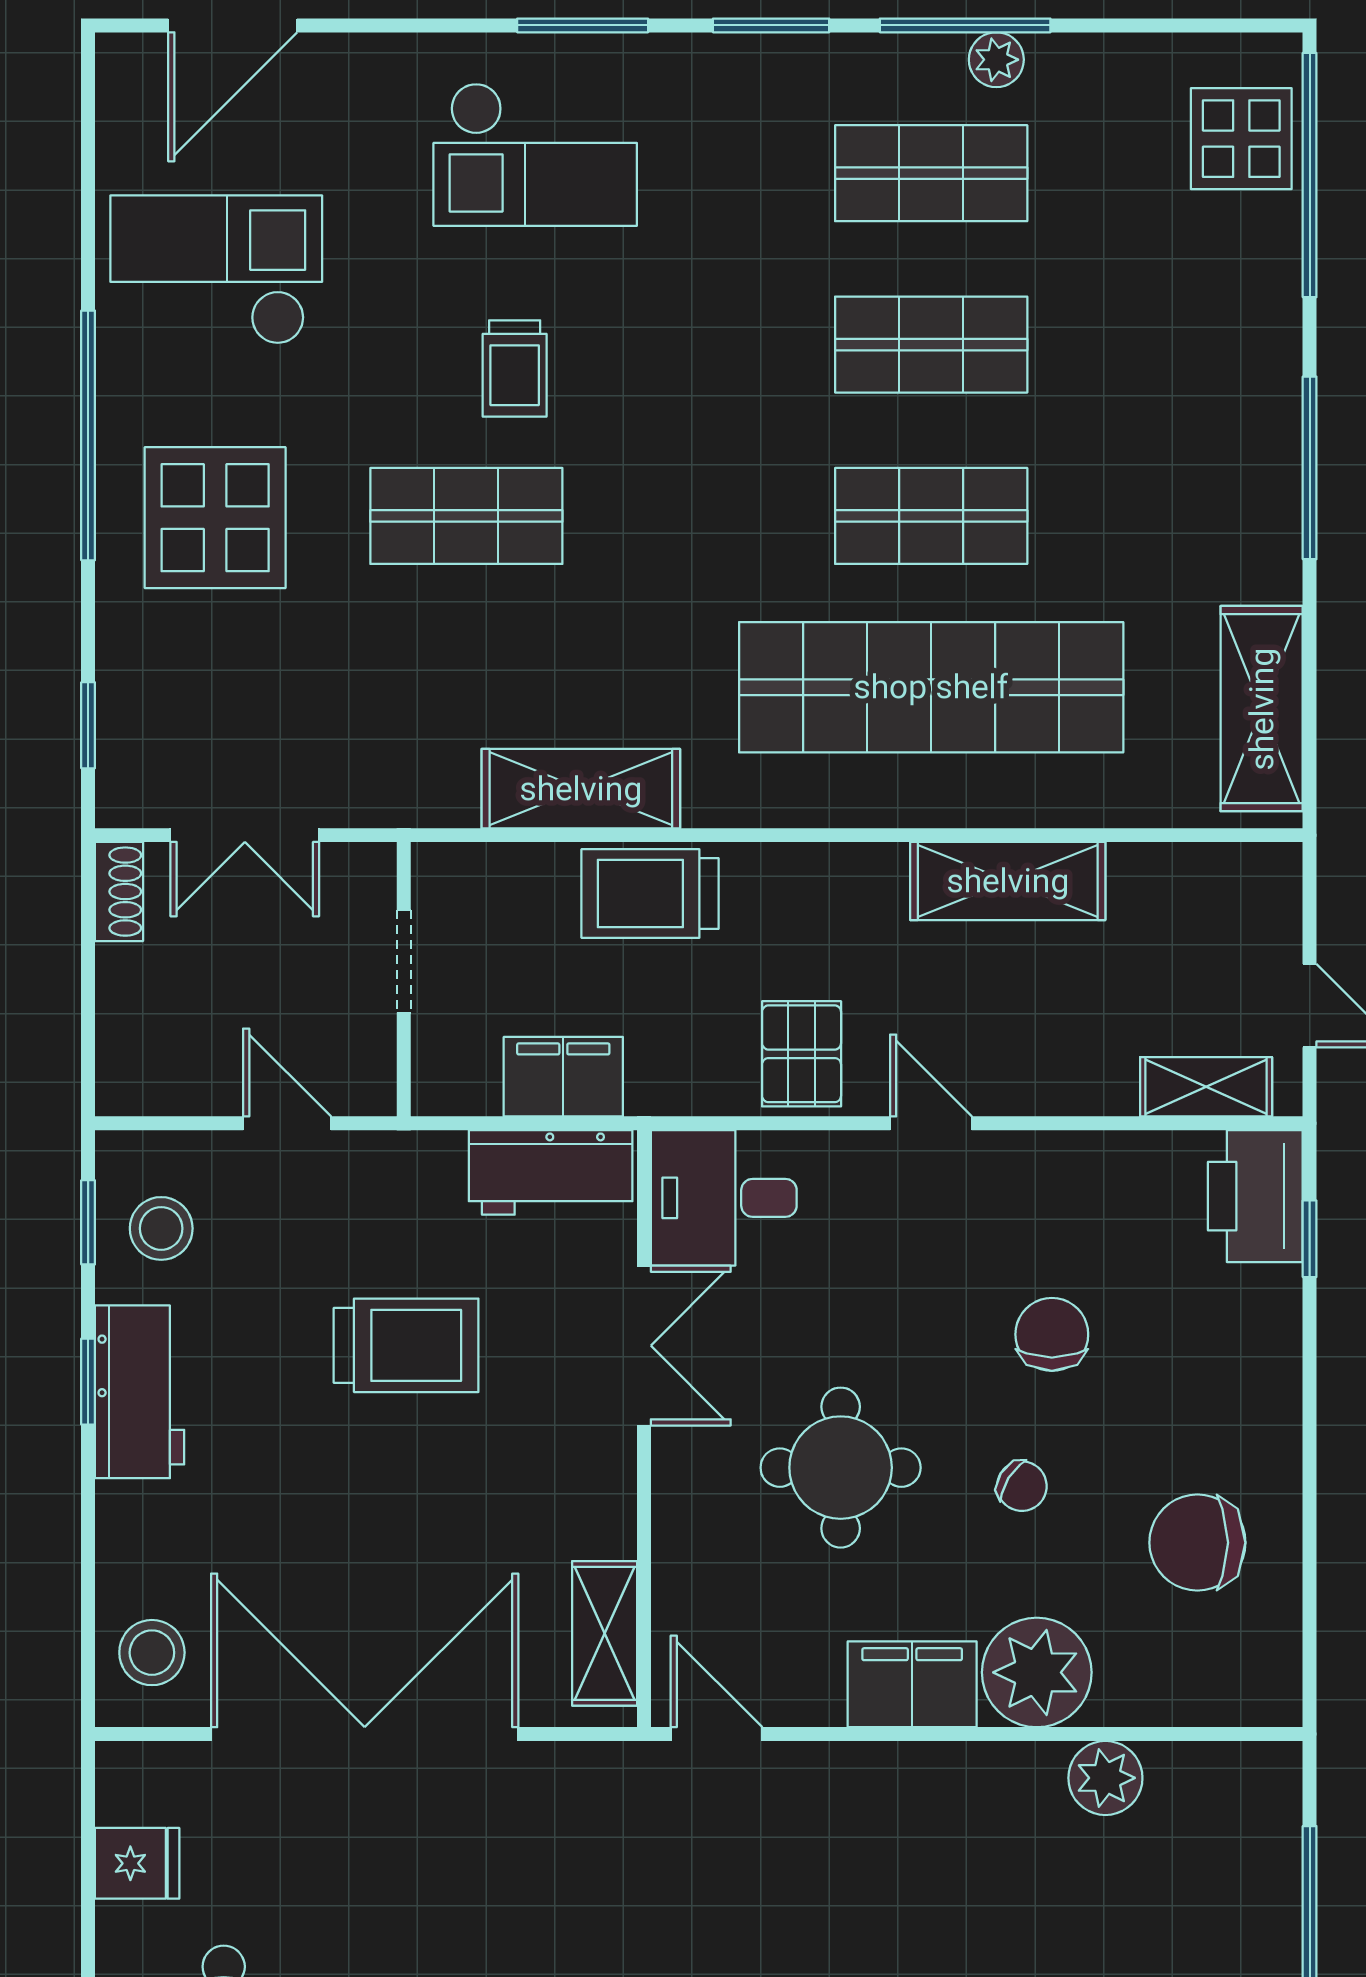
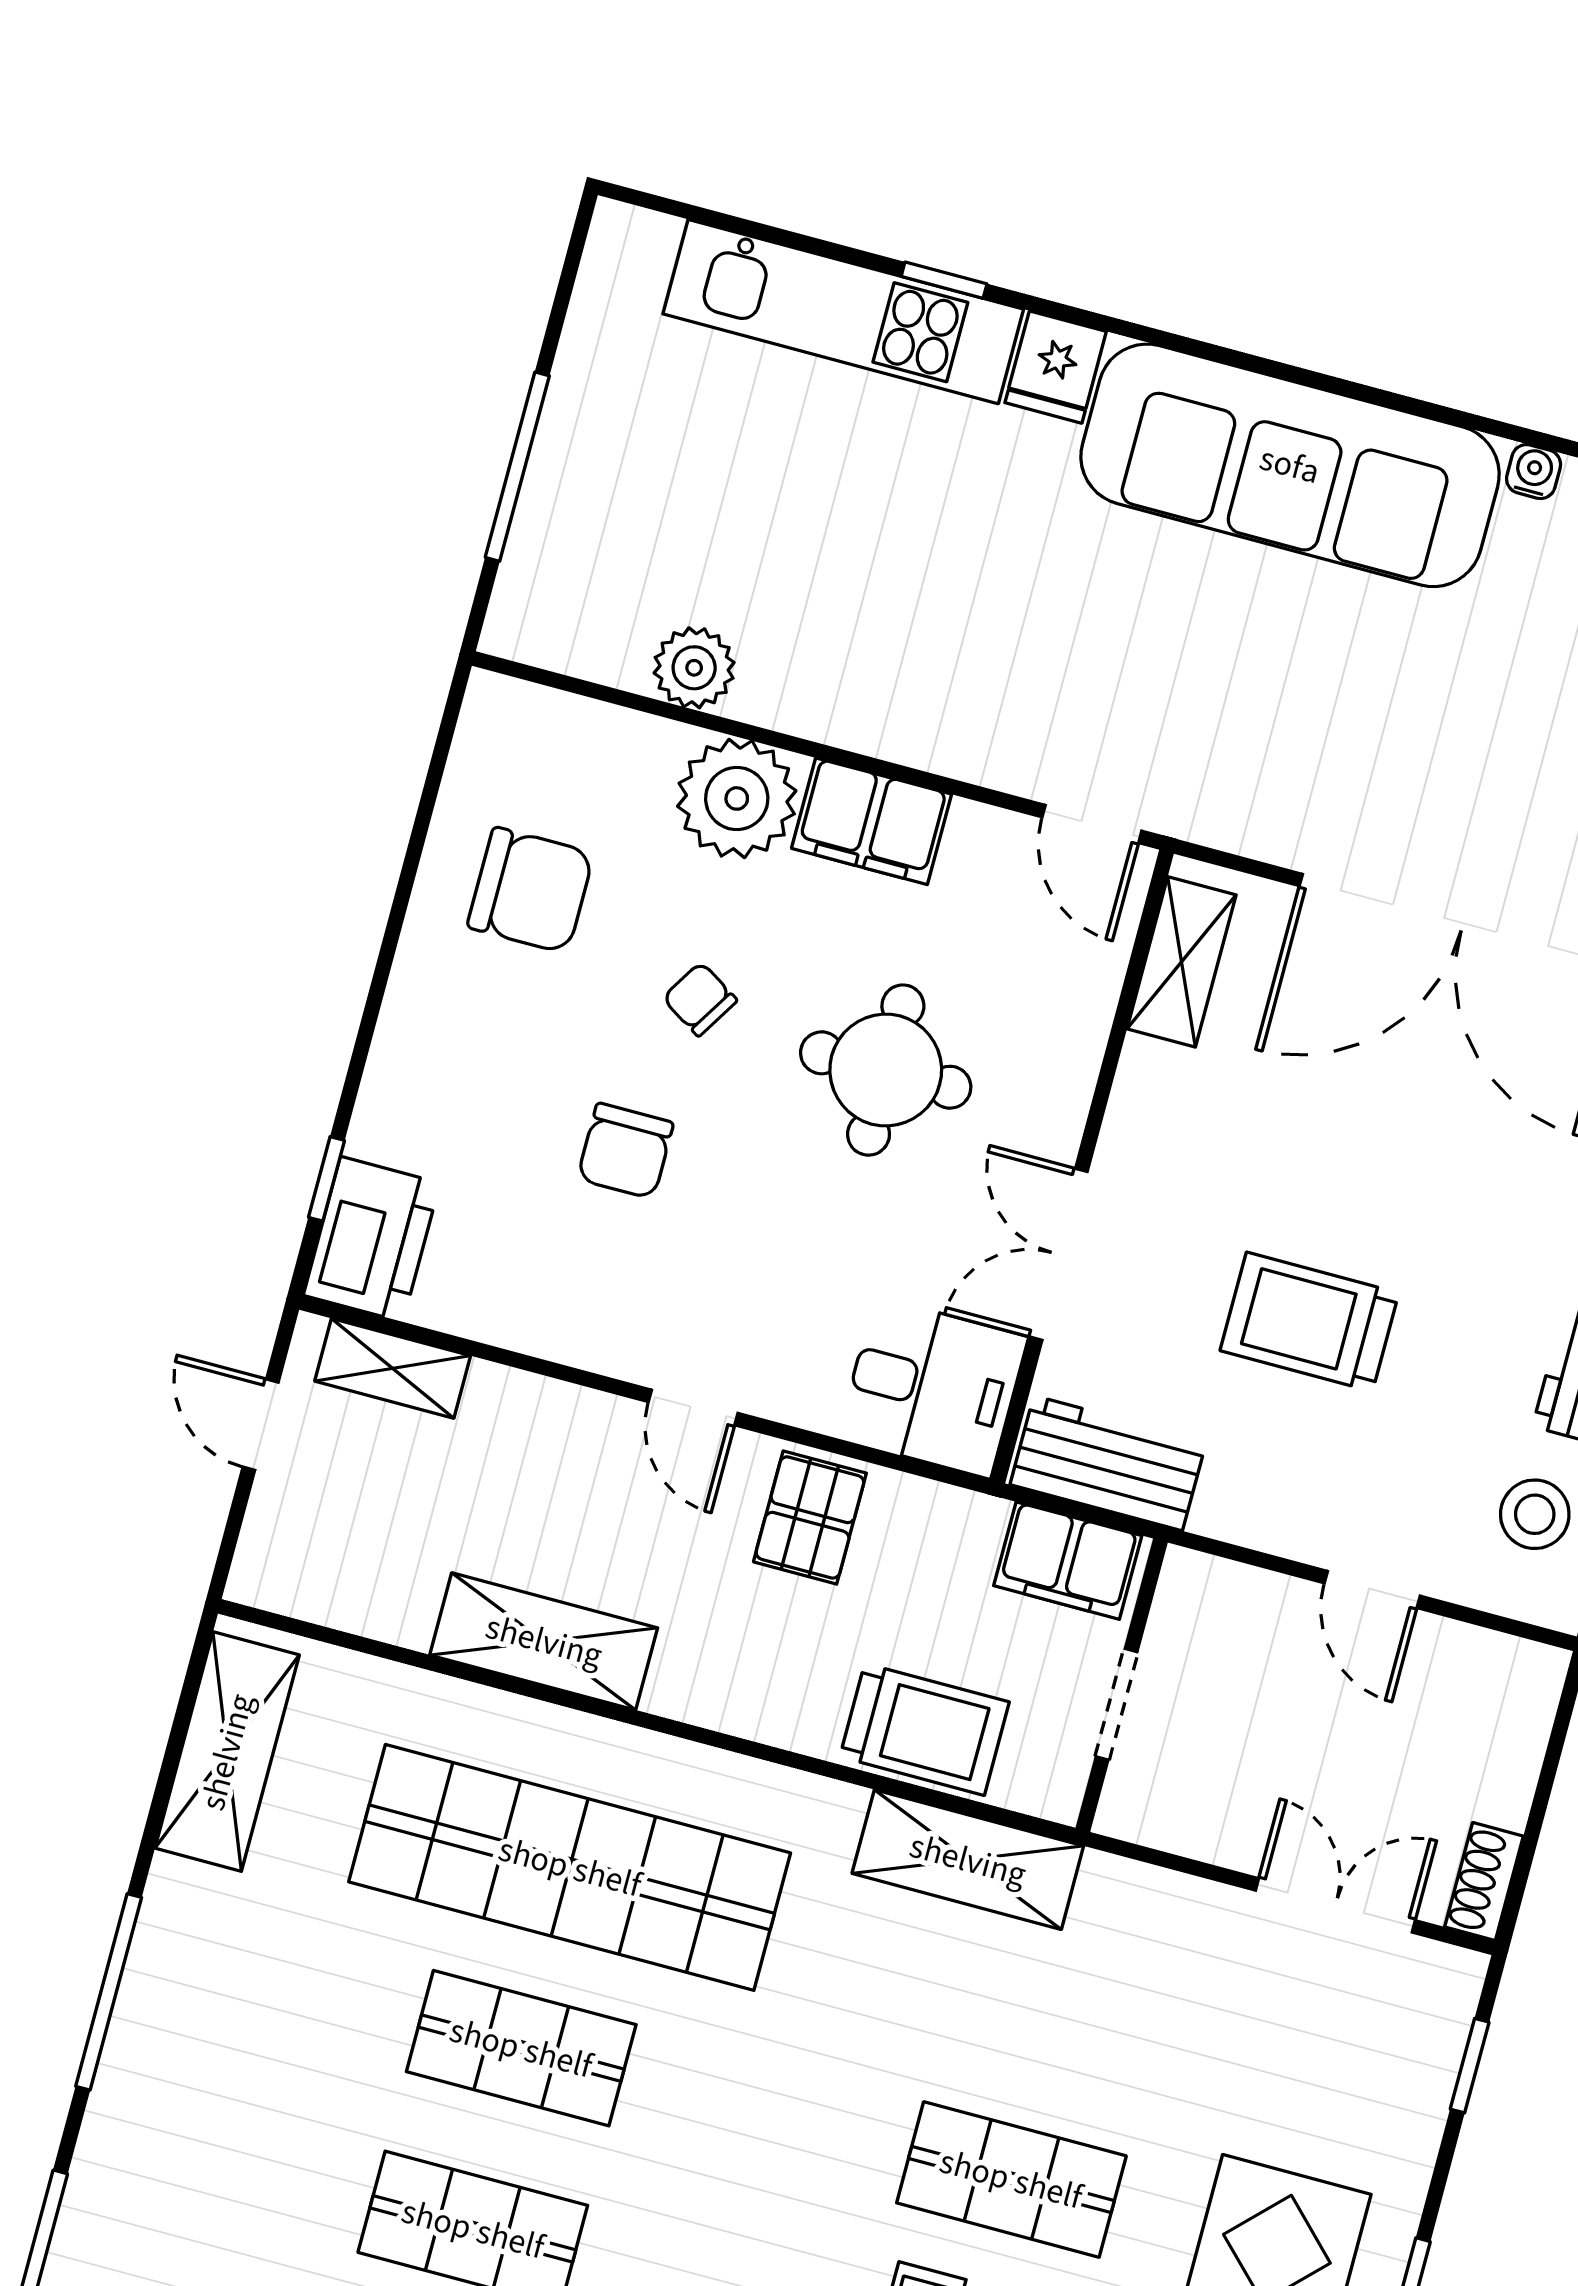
doorway: (404, 961) -> (1117, 1704), moved
wall: (404, 979) -> (1122, 1685), moved

